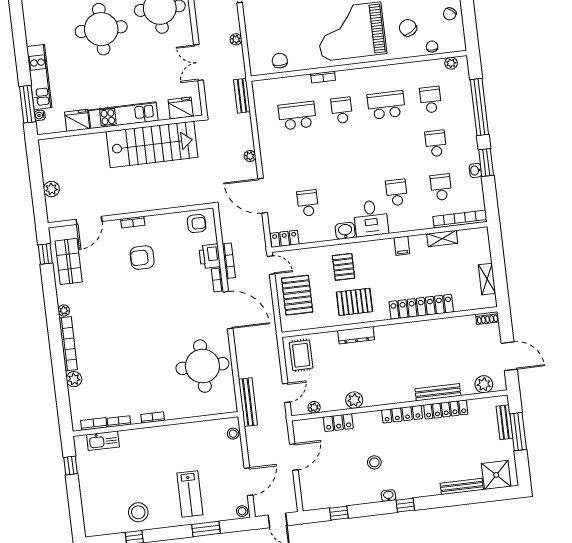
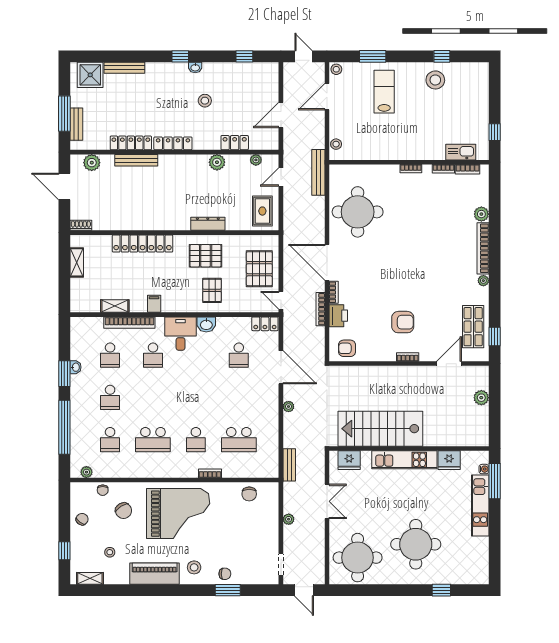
bookcase: (460, 219) -> (129, 323), moved

